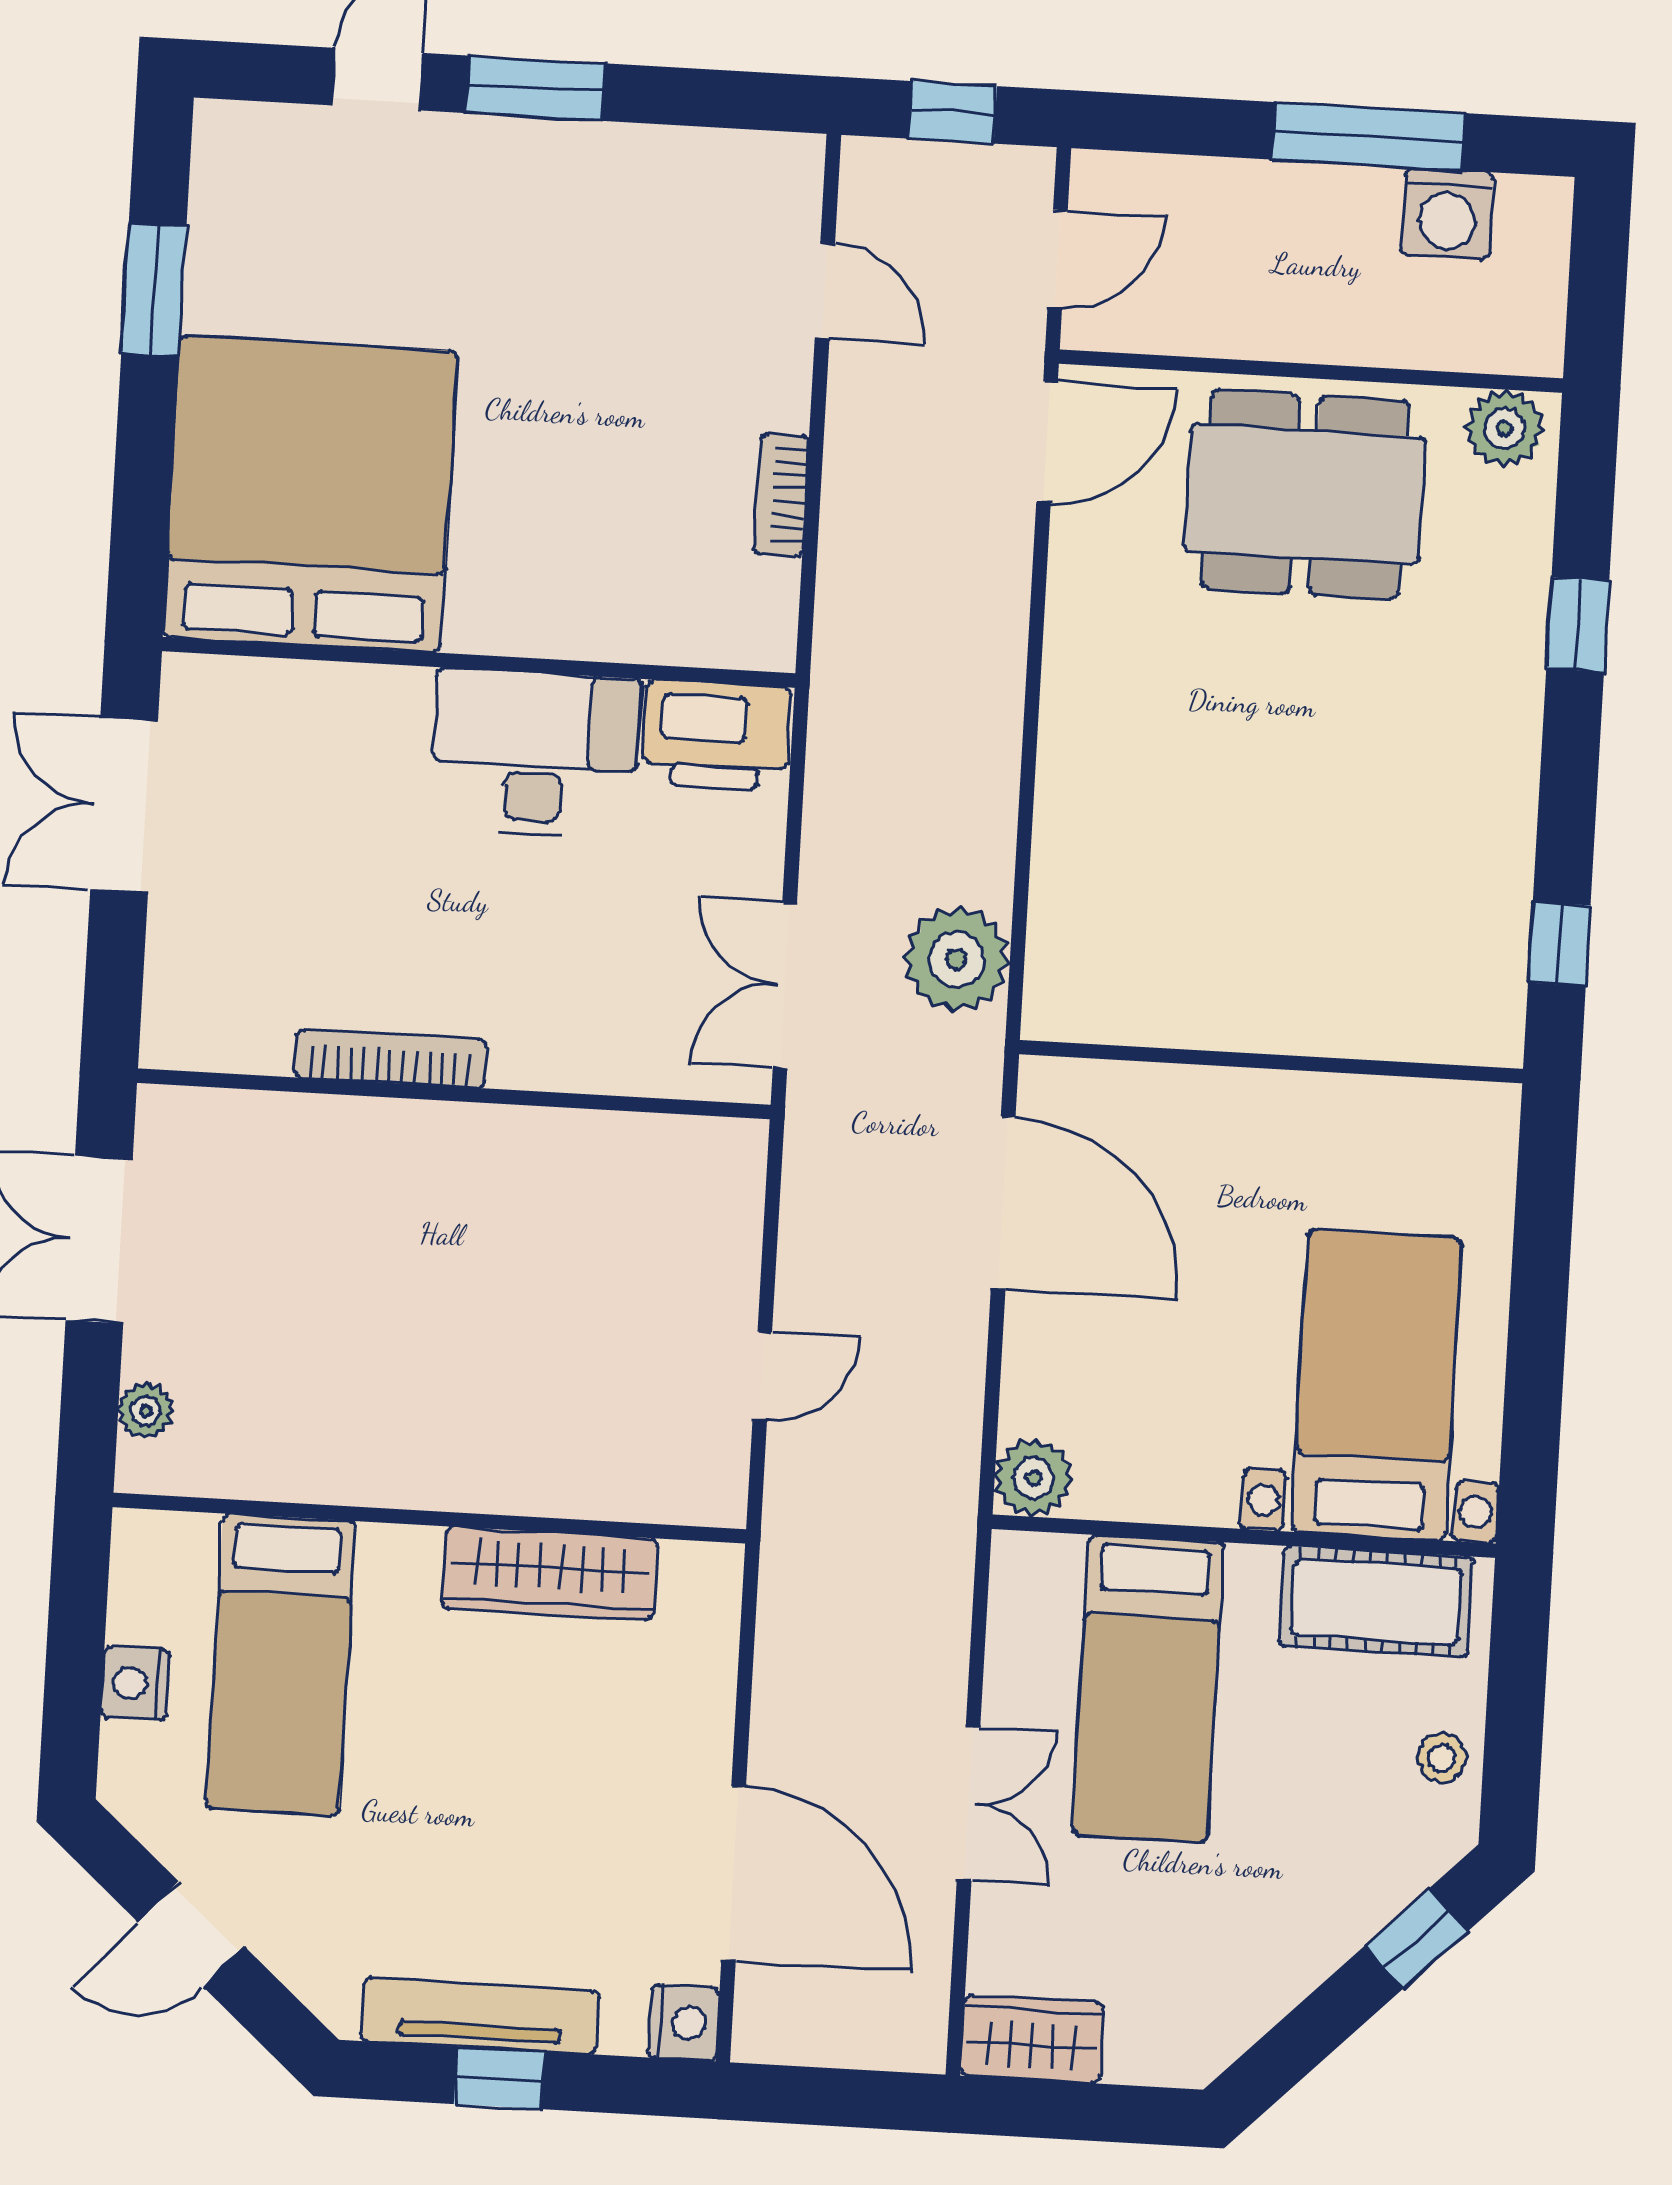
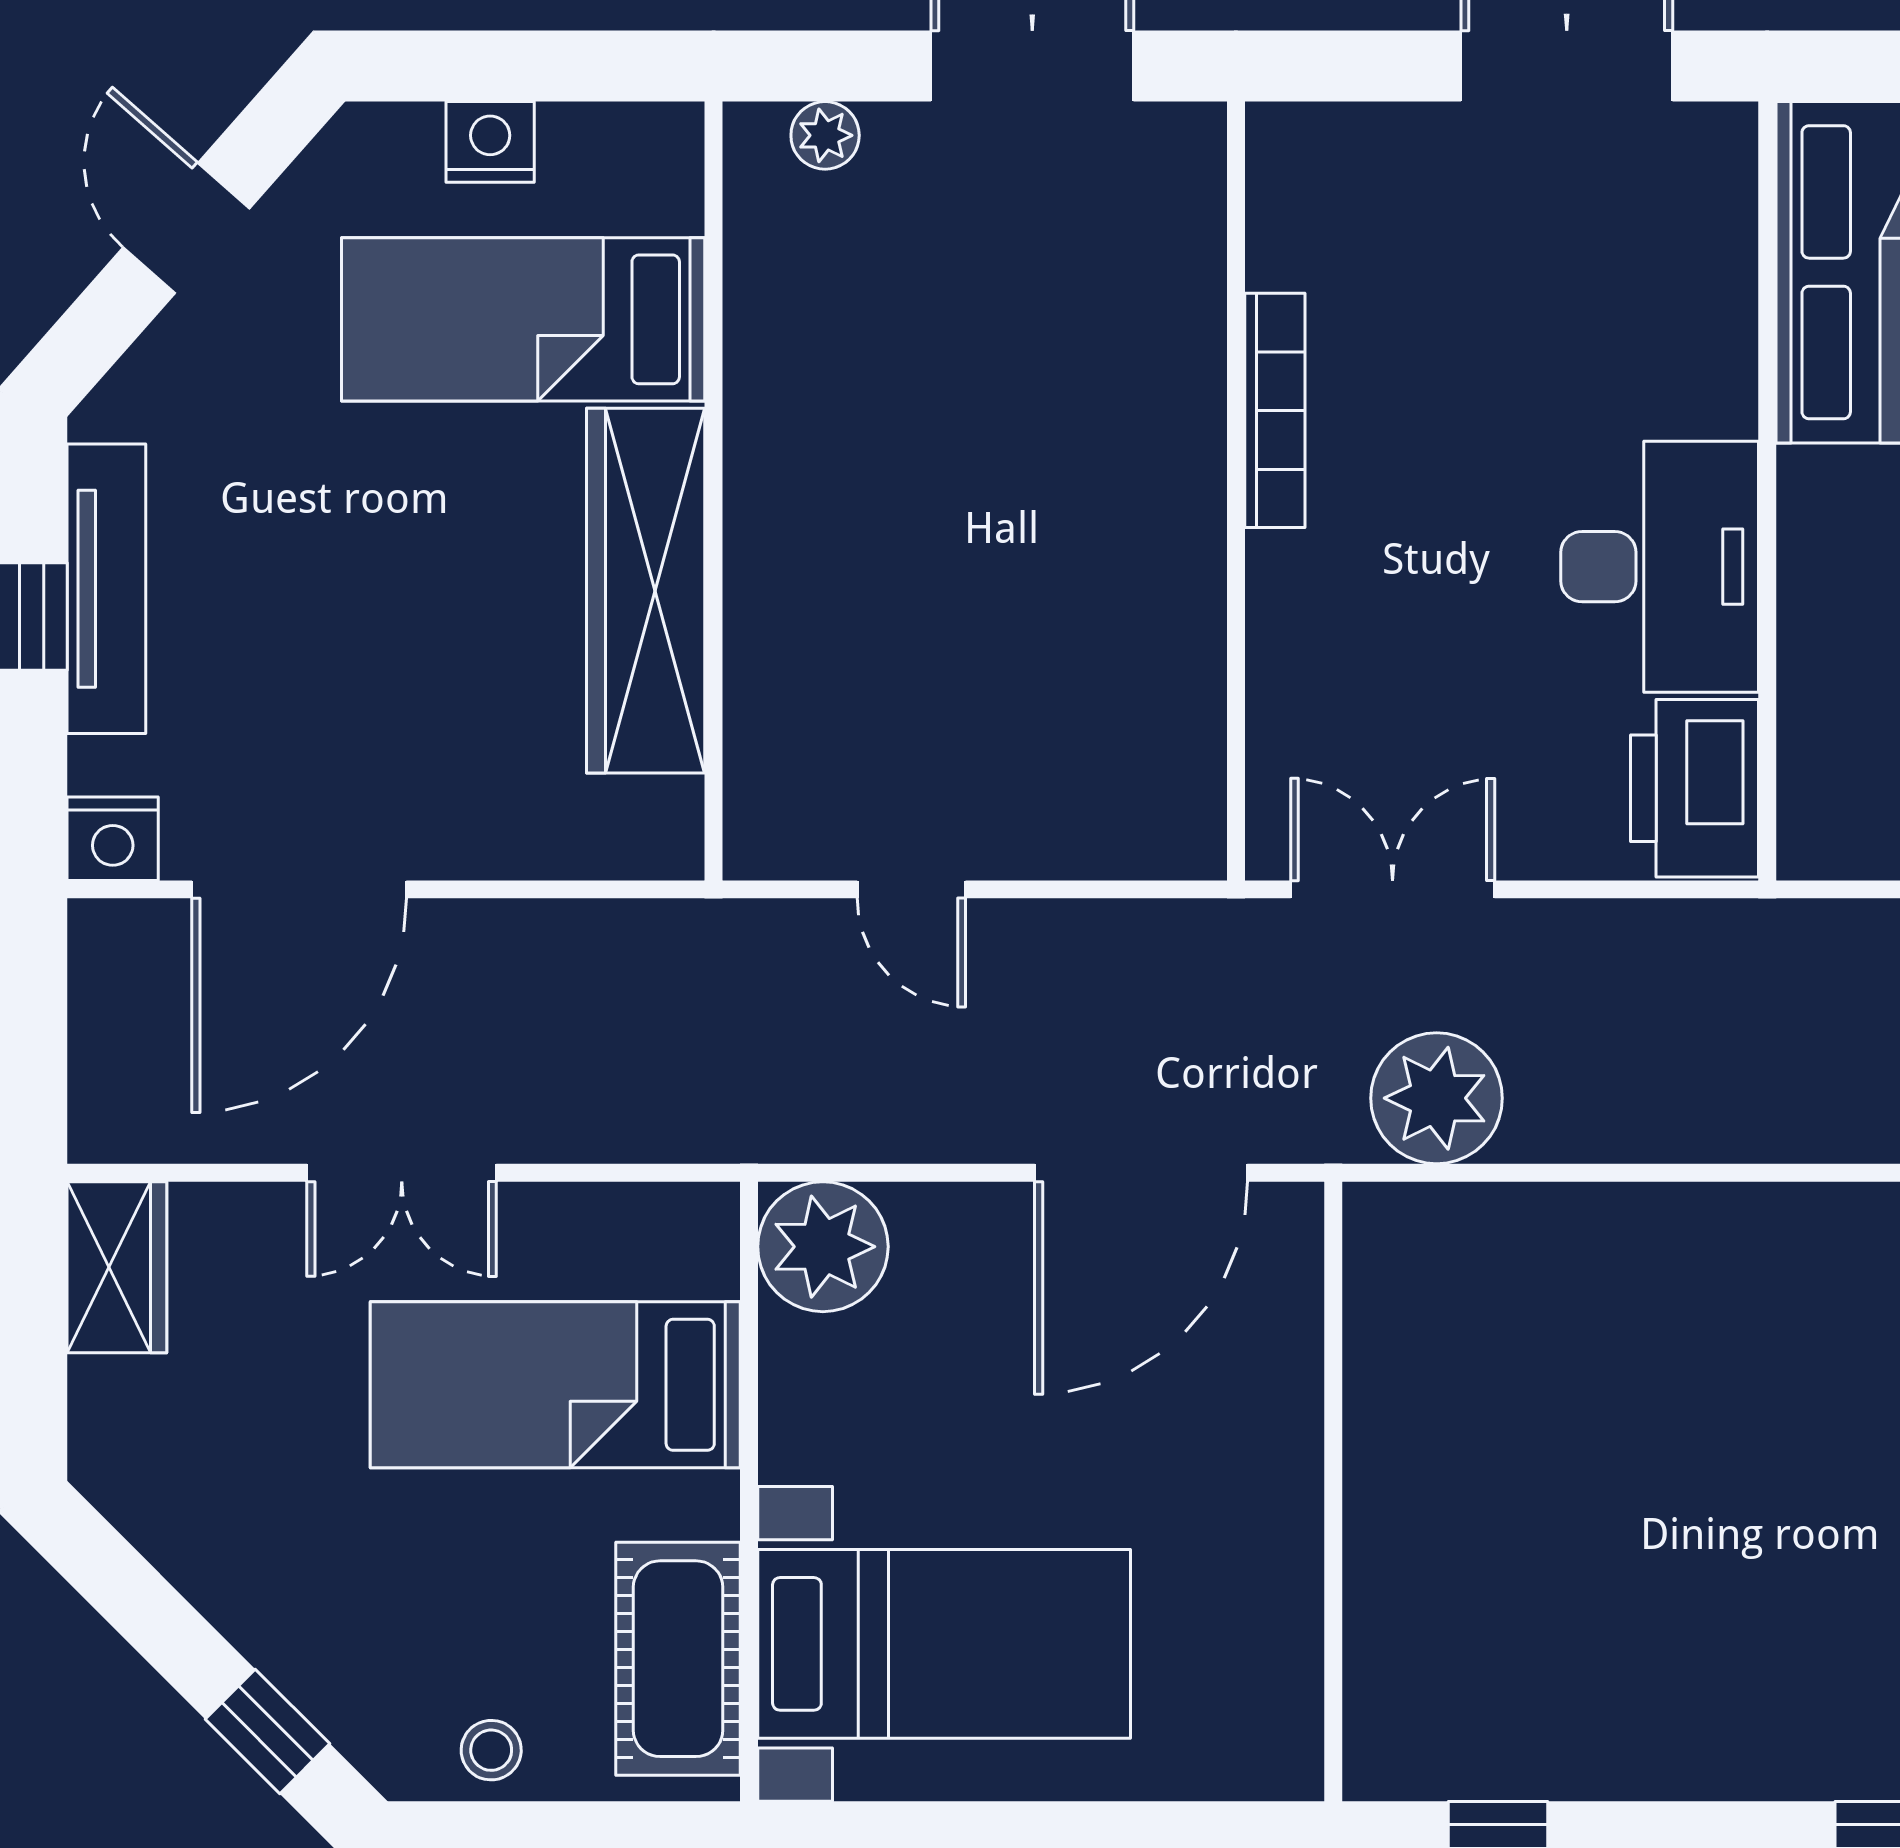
plant: (1033, 1478) -> (823, 1247), width x1.36, depth x1.36
wardrobe: (550, 1573) -> (646, 591), width x1.40, depth x1.17

